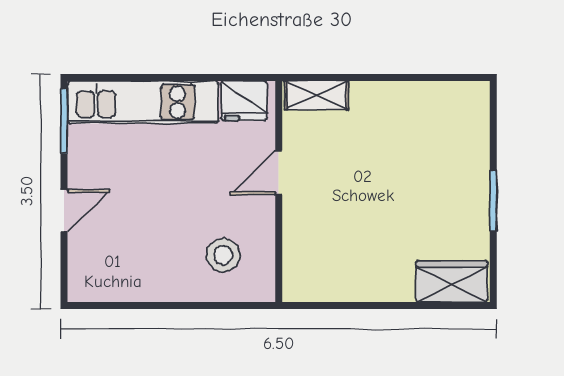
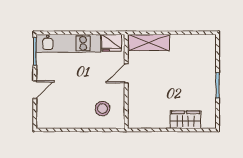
shelving: (317, 95) -> (149, 42), width x1.50, depth x1.33
wardrobe: (452, 281) -> (186, 120), moved

